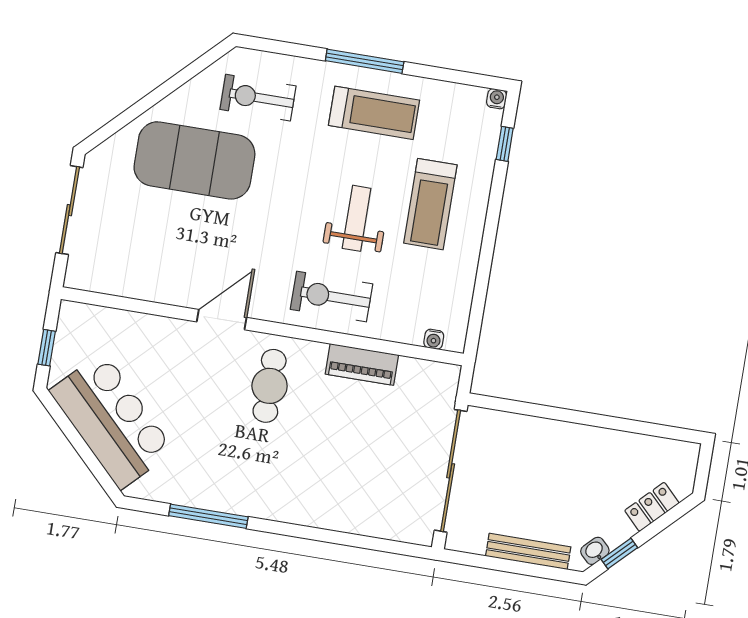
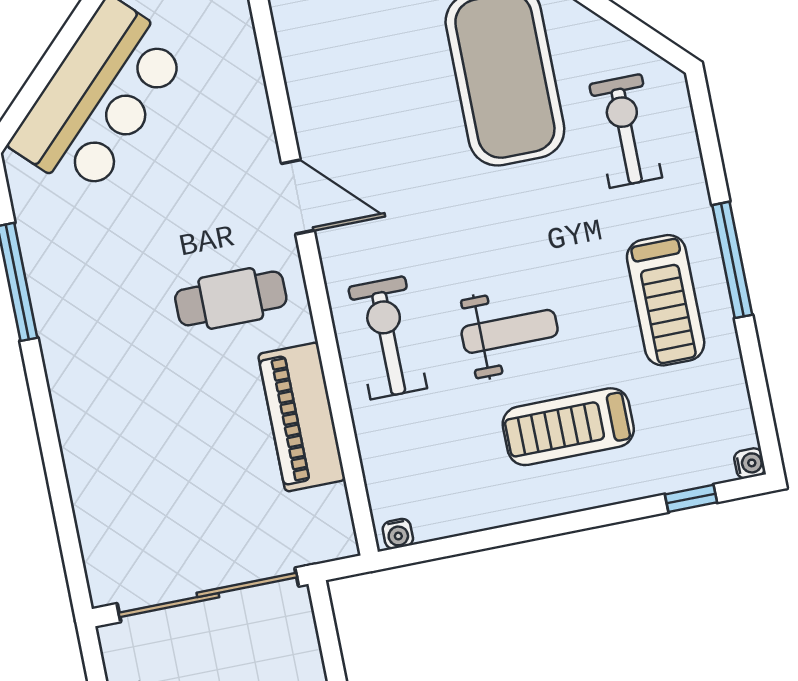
water cooler: (434, 339) -> (398, 534), moved, turned -90
piano: (362, 364) -> (302, 417), width x1.37, depth x1.33

